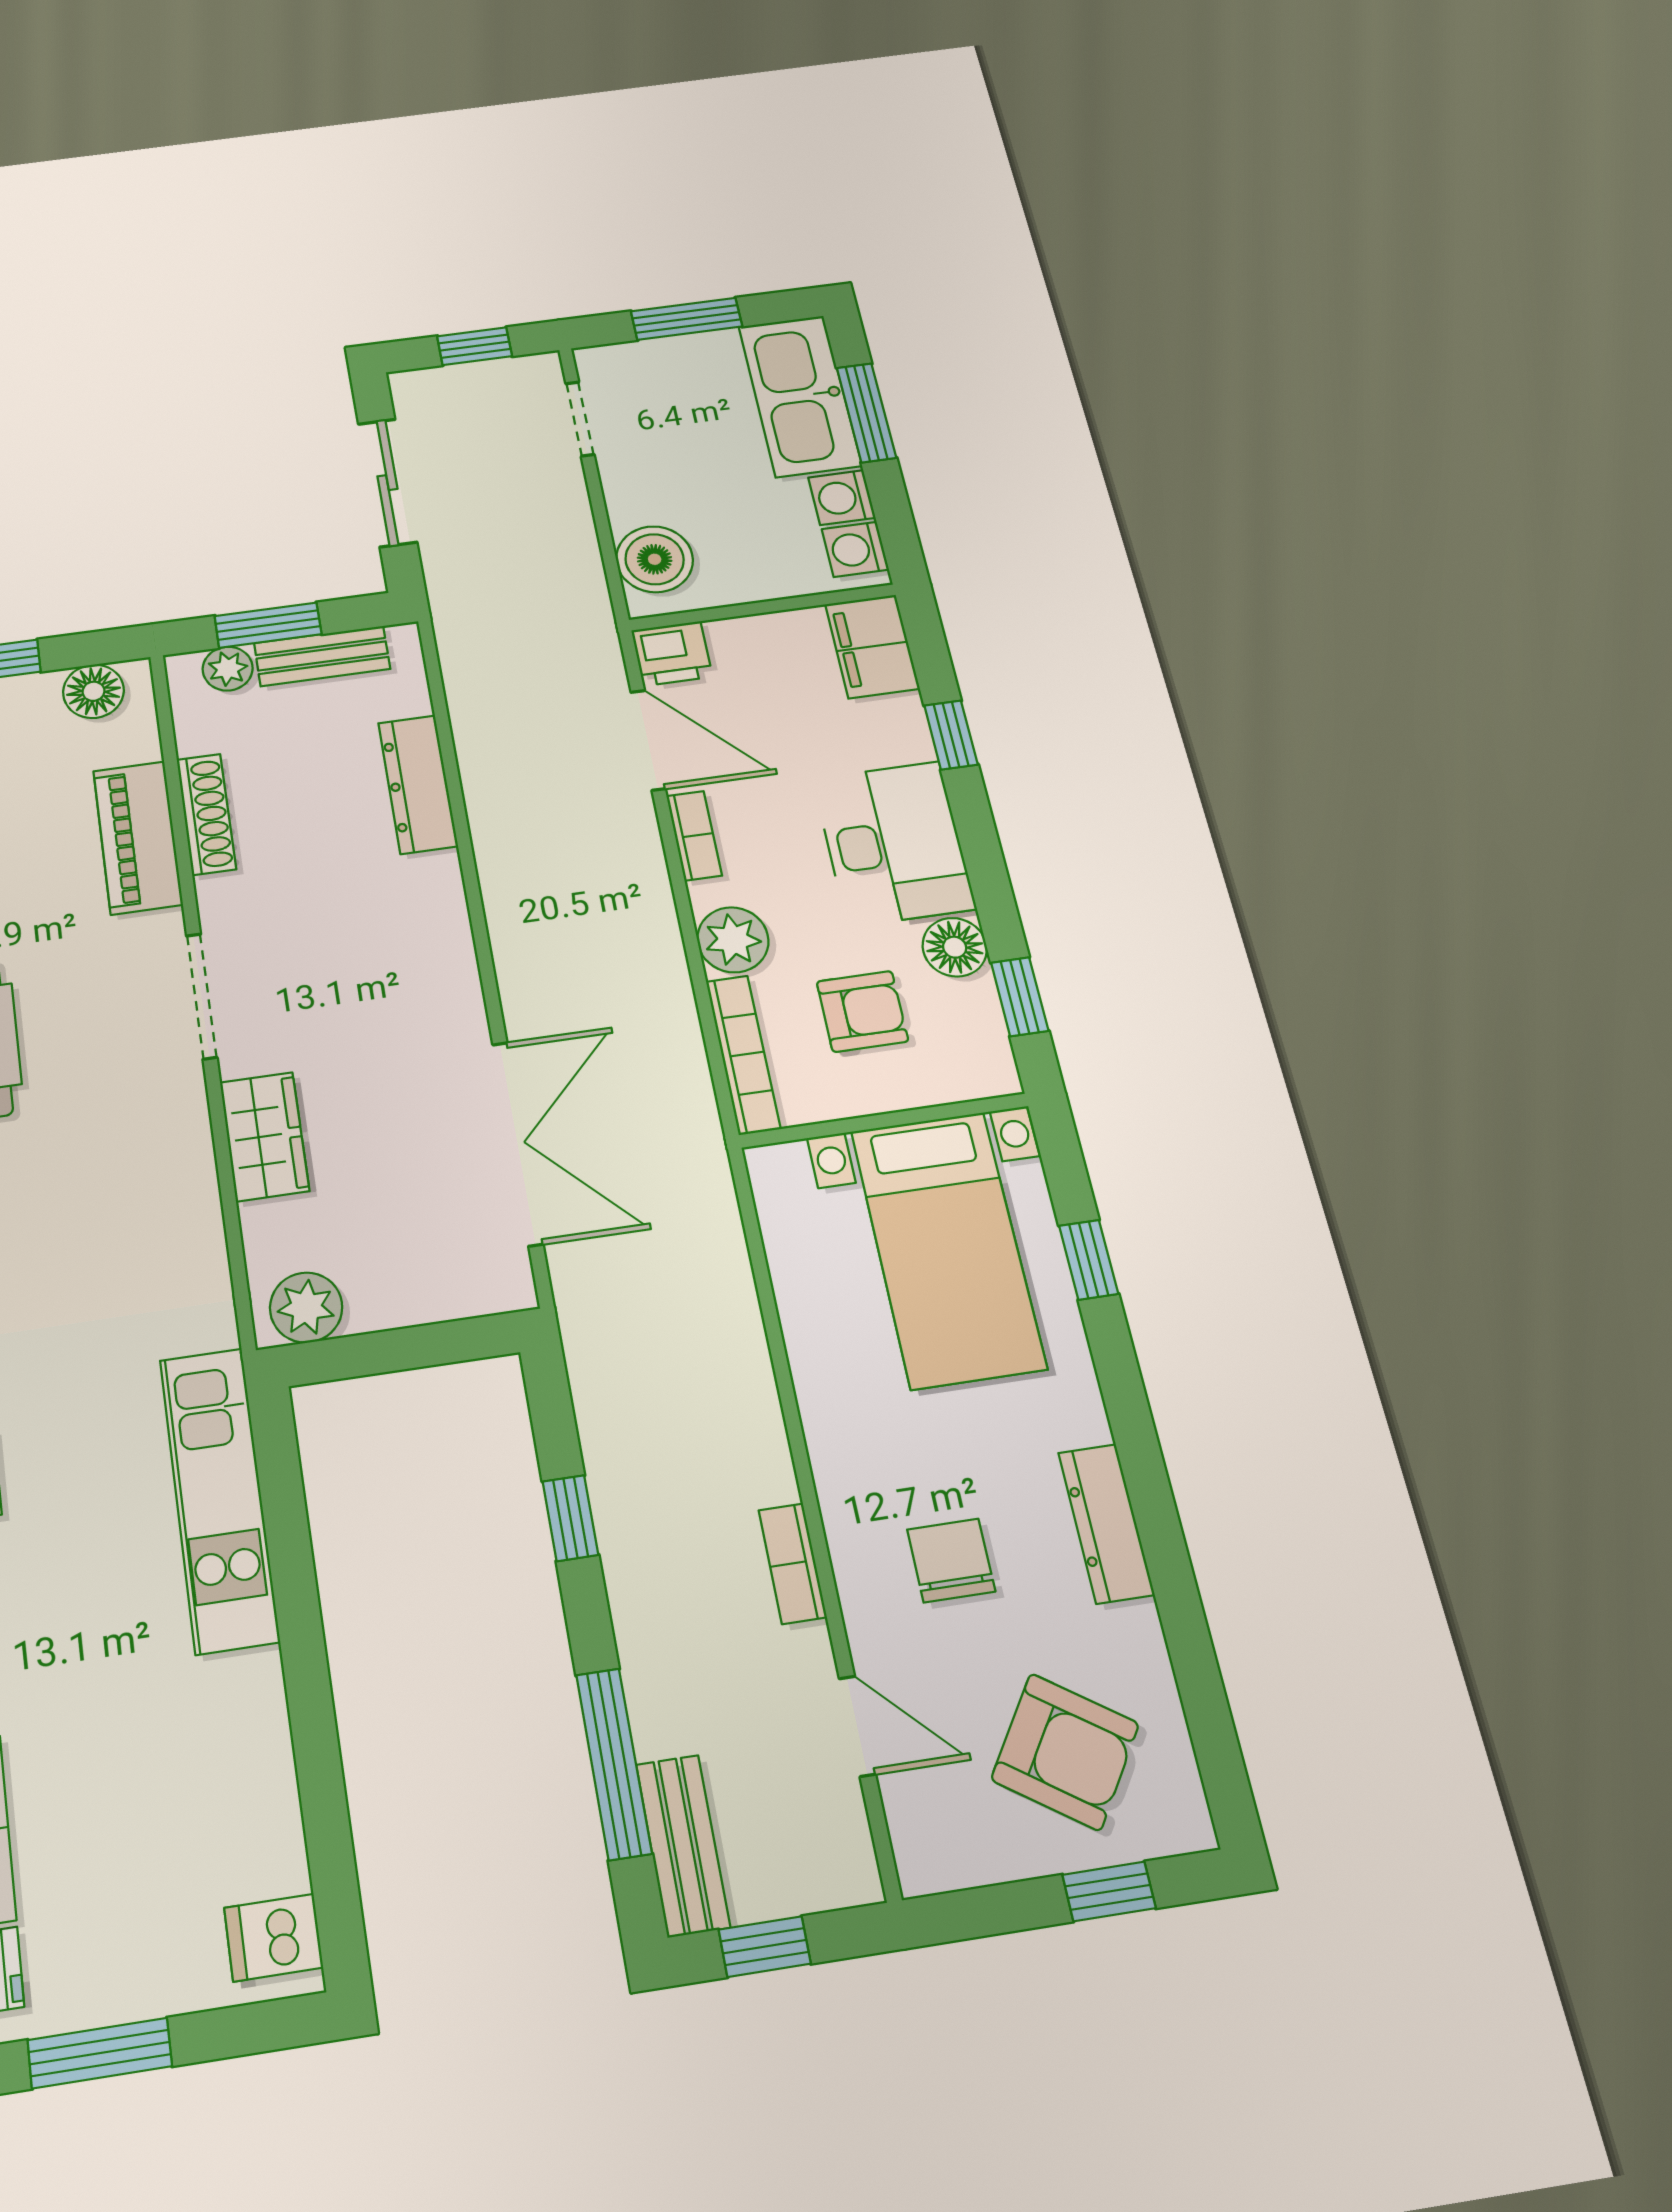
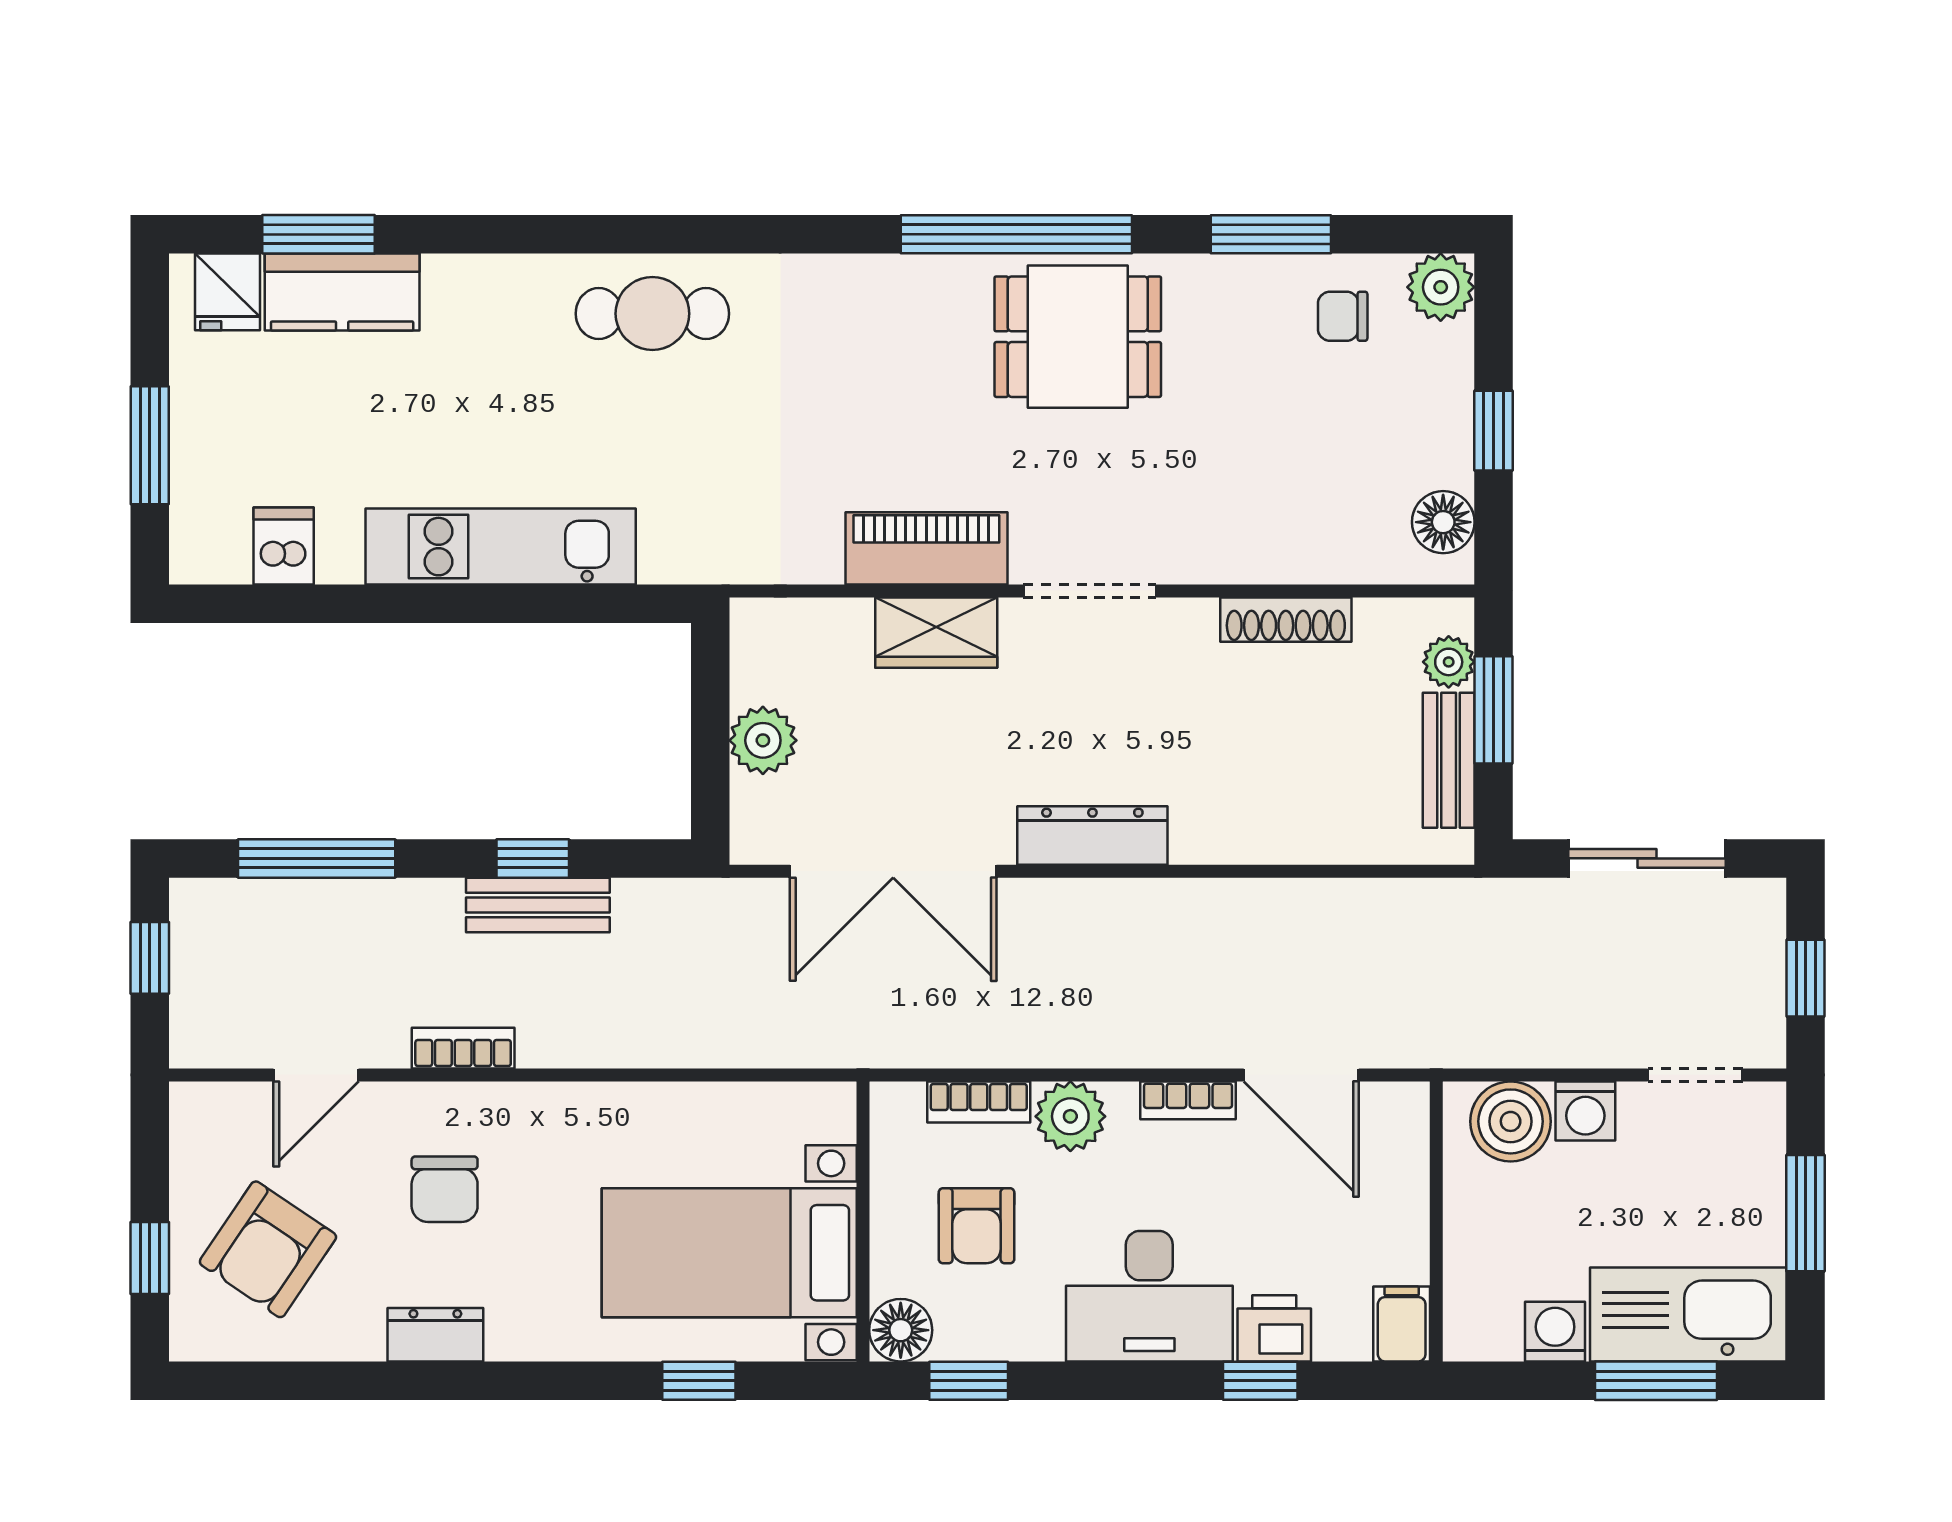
washing machine: (855, 549) -> (1585, 1111), moved, turned 180
filing cabinet: (872, 646) -> (1402, 1324), width x0.50
printer: (672, 654) -> (1274, 1328), moved, turned 90
door: (648, 740) -> (1301, 1075), hinge flipped
dresser: (418, 784) -> (1092, 835), moved
piano: (138, 837) -> (926, 548), moved
floor lamp: (955, 947) -> (901, 1330), moved
bookcase: (743, 1055) -> (979, 1102), width x0.64
plant: (306, 1307) -> (763, 740), moved
kitchen unit: (219, 1499) -> (501, 547), moved
dresser: (1106, 1523) -> (435, 1335), width x0.70
chair: (951, 1560) -> (445, 1189), turned 90
bench: (683, 1845) -> (538, 905), moved
dishwasher: (274, 1938) -> (284, 546), moved
window: (100, 2053) -> (150, 445), moved

